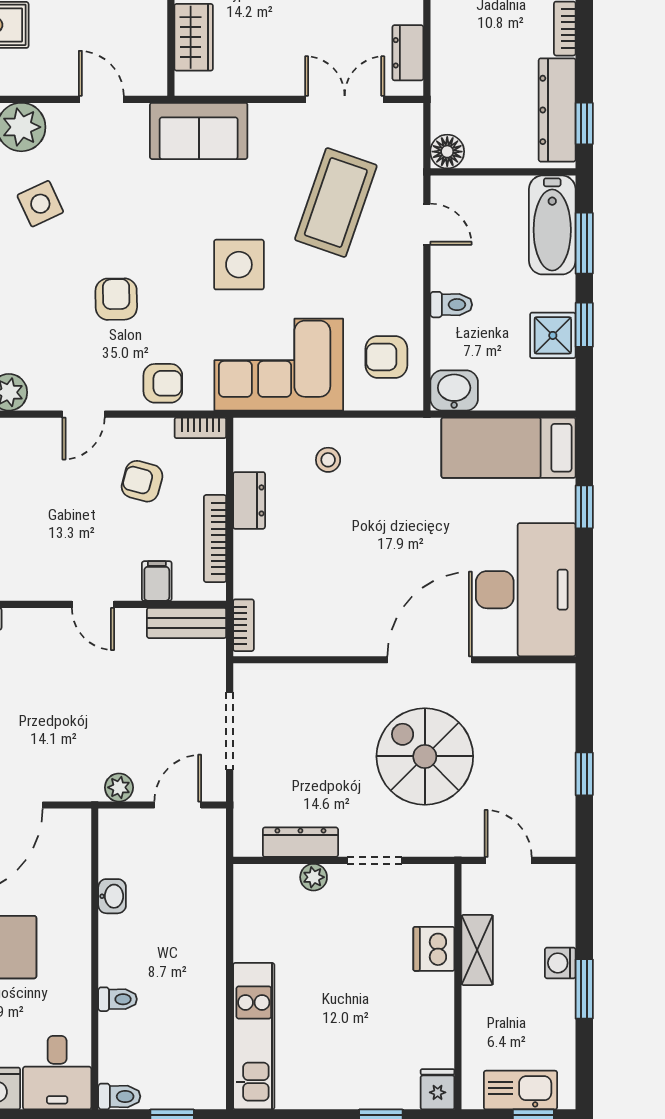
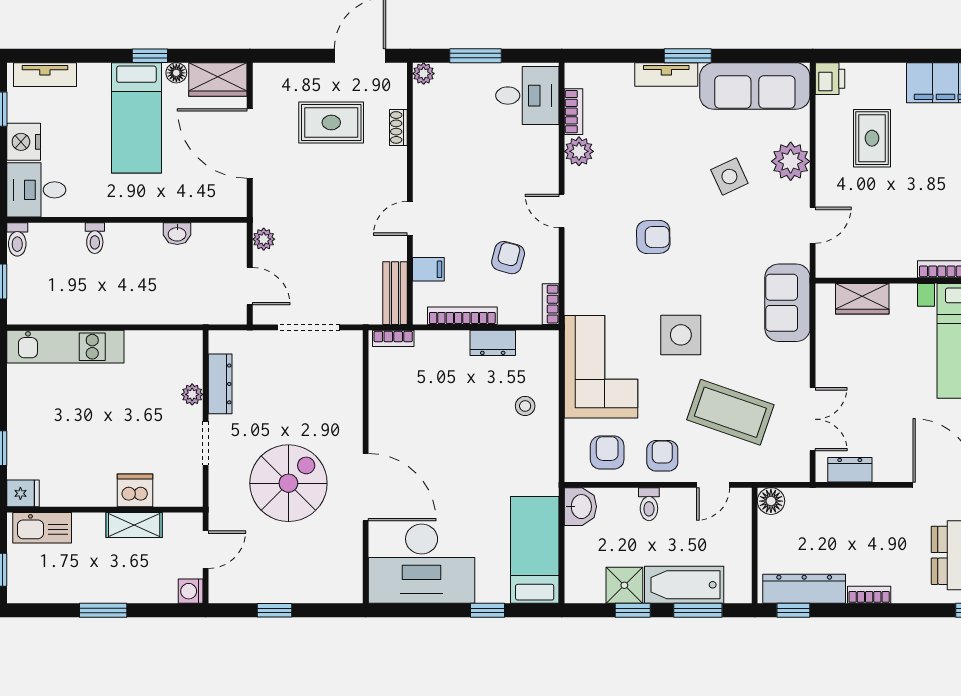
bathtub: (552, 225) -> (684, 585), moved
armchair: (163, 383) -> (662, 456), moved, turned 180
washing machine: (560, 963) -> (191, 591), moved, turned -90
kitchen sink: (520, 1090) -> (42, 528), moved, turned 90

